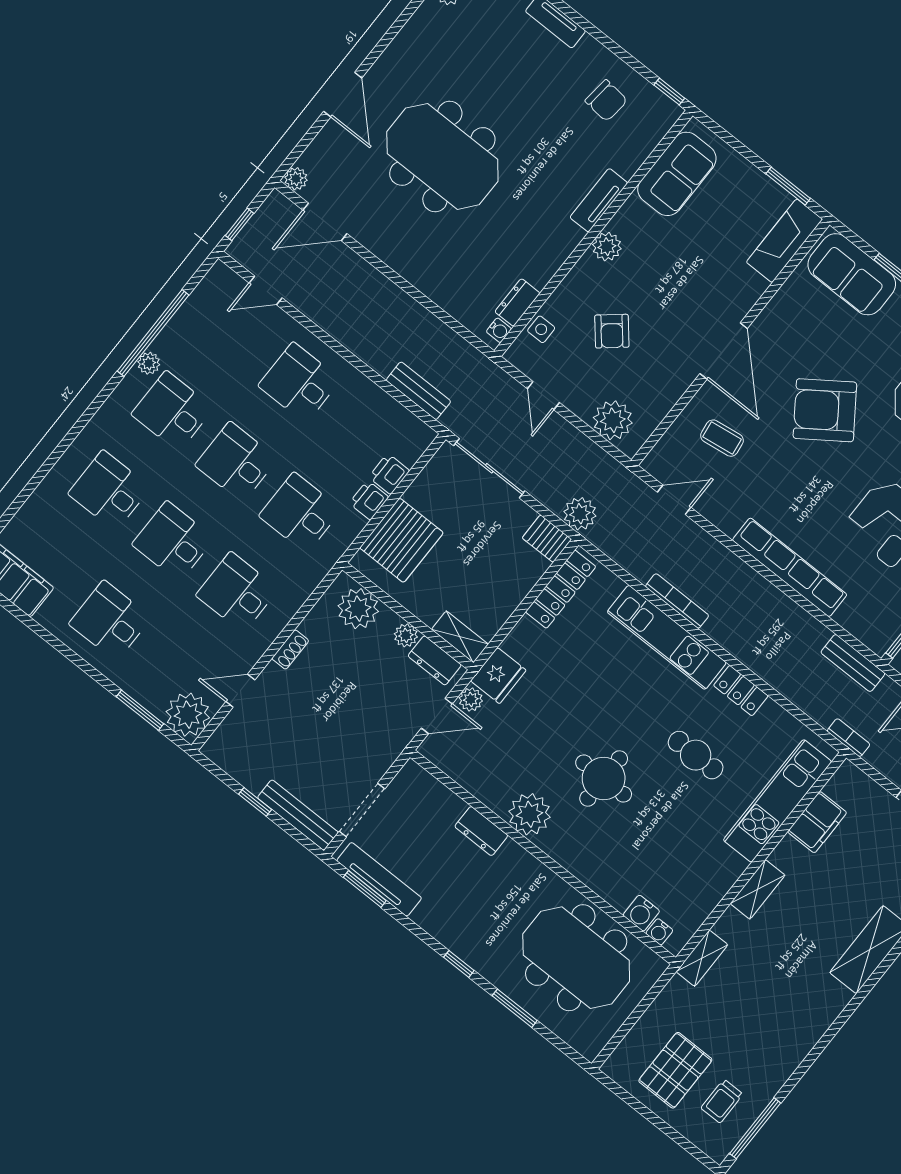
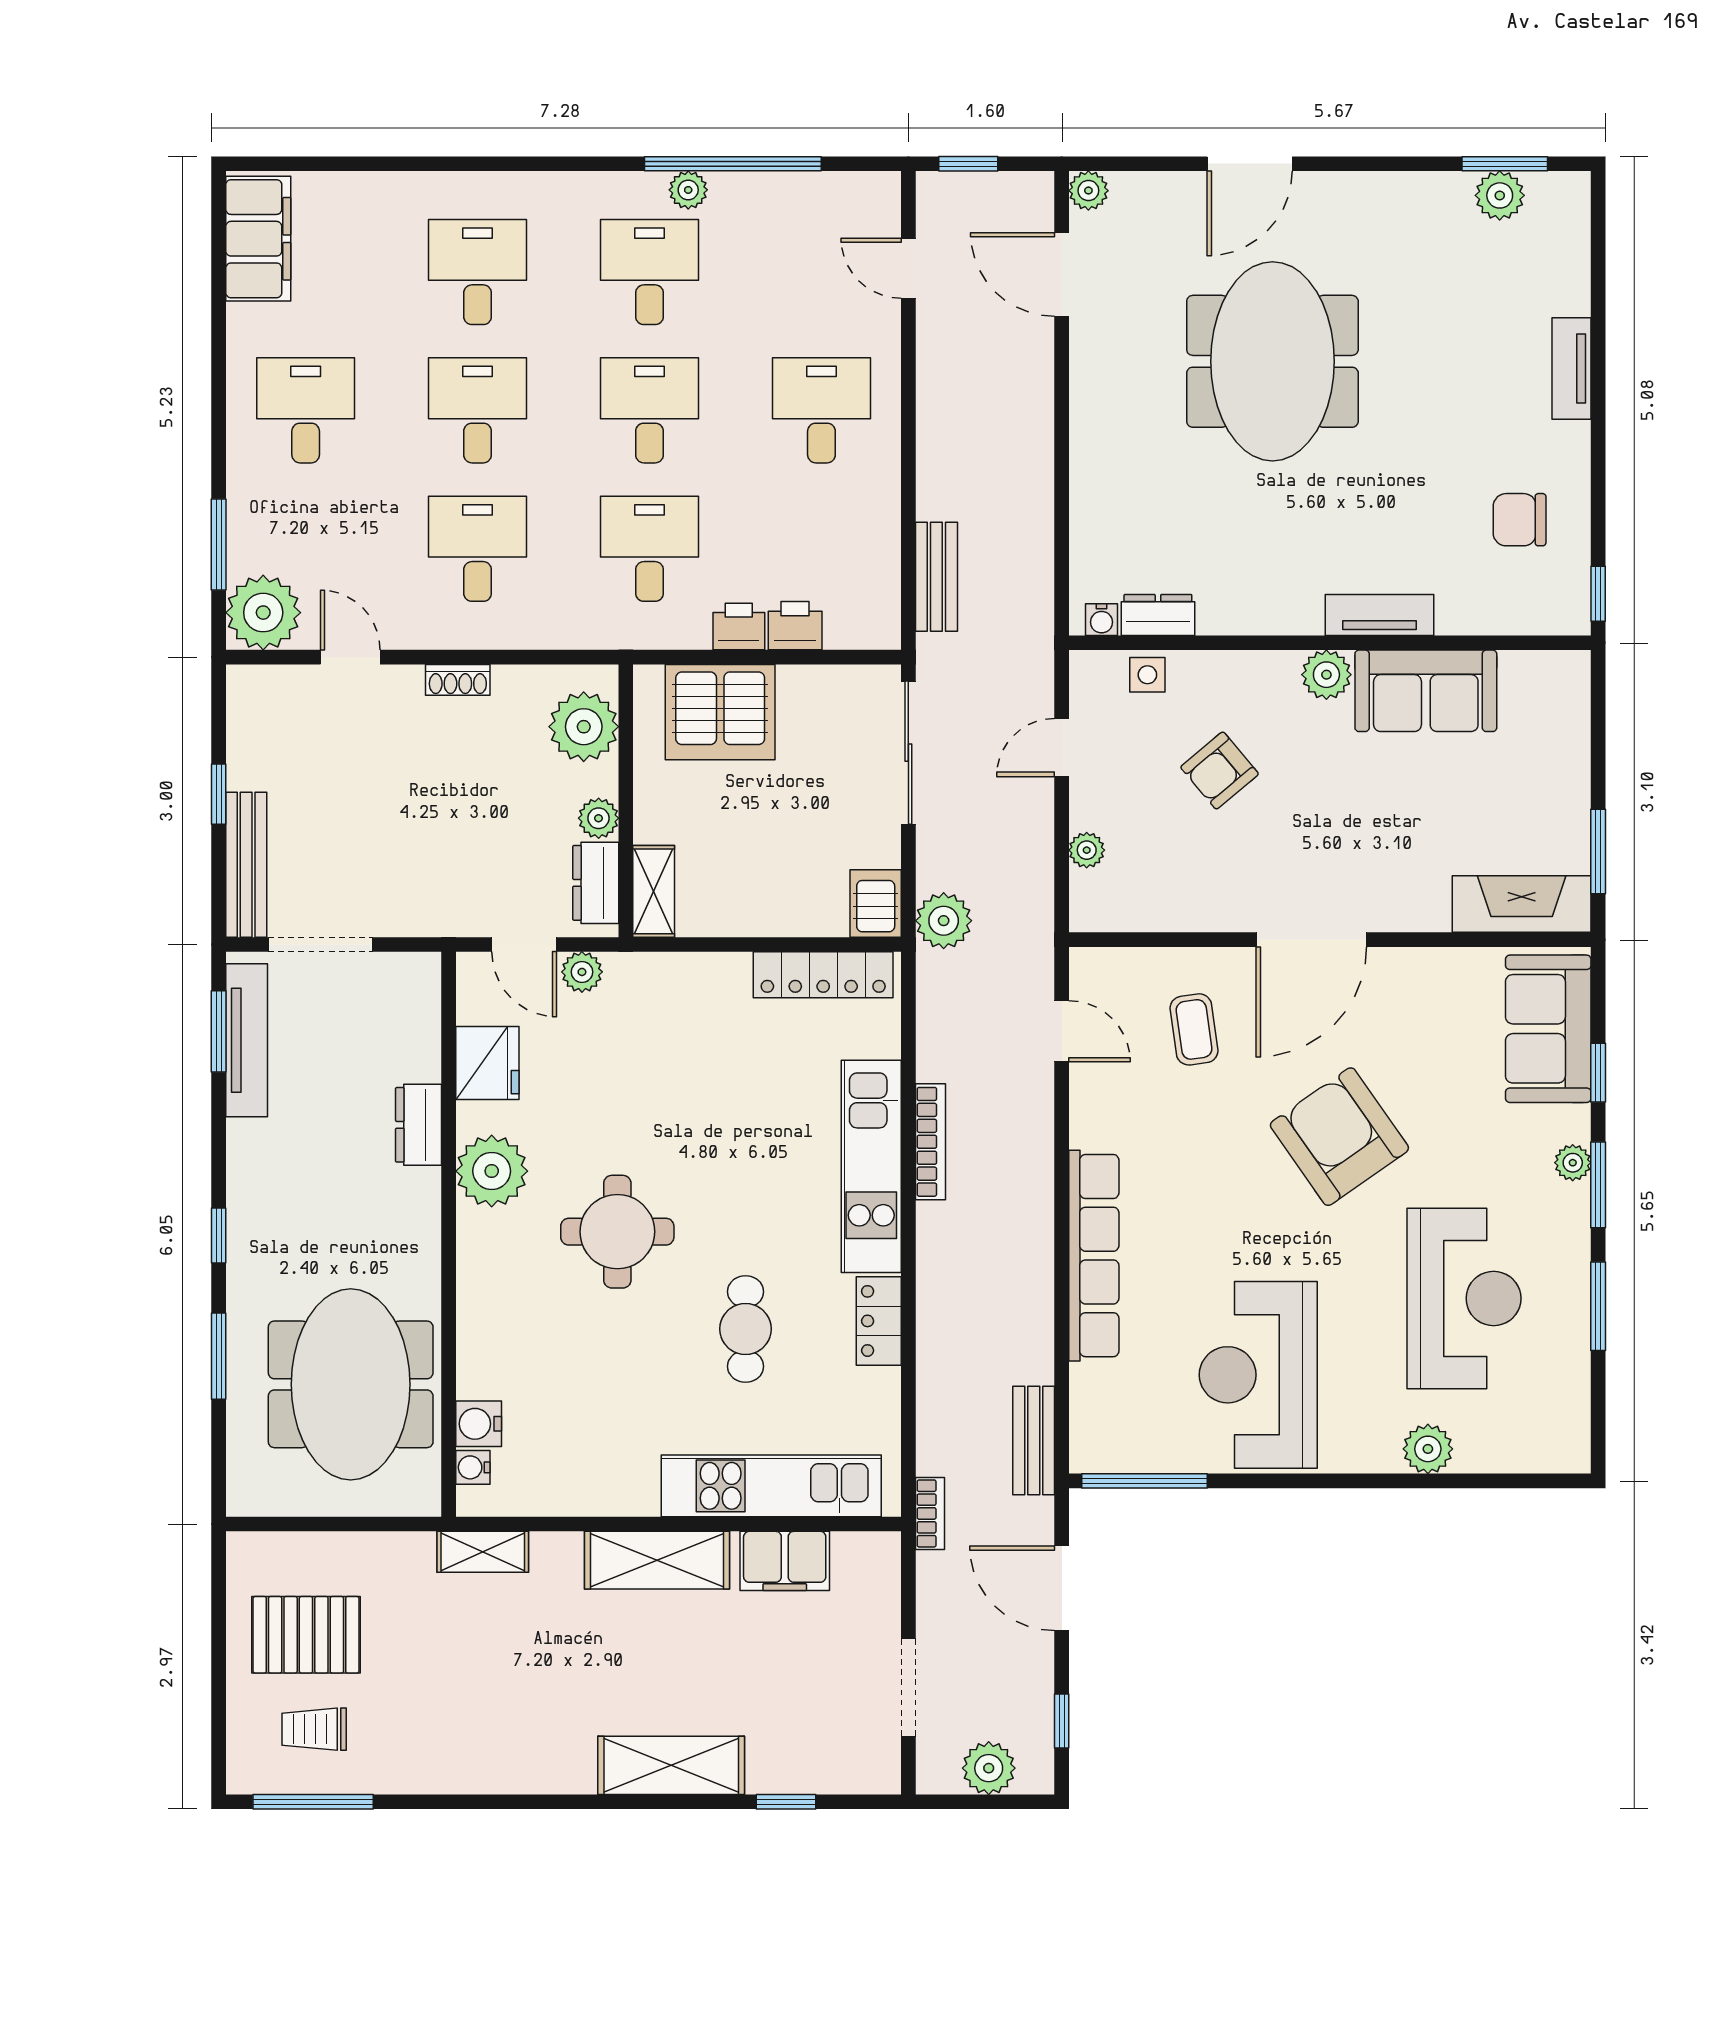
chair: (606, 101) -> (1520, 520), turned 84
sofa: (677, 174) -> (1426, 691), moved
plant: (613, 420) -> (1087, 850), width x0.53, depth x0.53
fridge: (498, 676) -> (487, 1063), moved, turned -90
shelving: (758, 889) -> (657, 1560), width x1.50, depth x1.33

